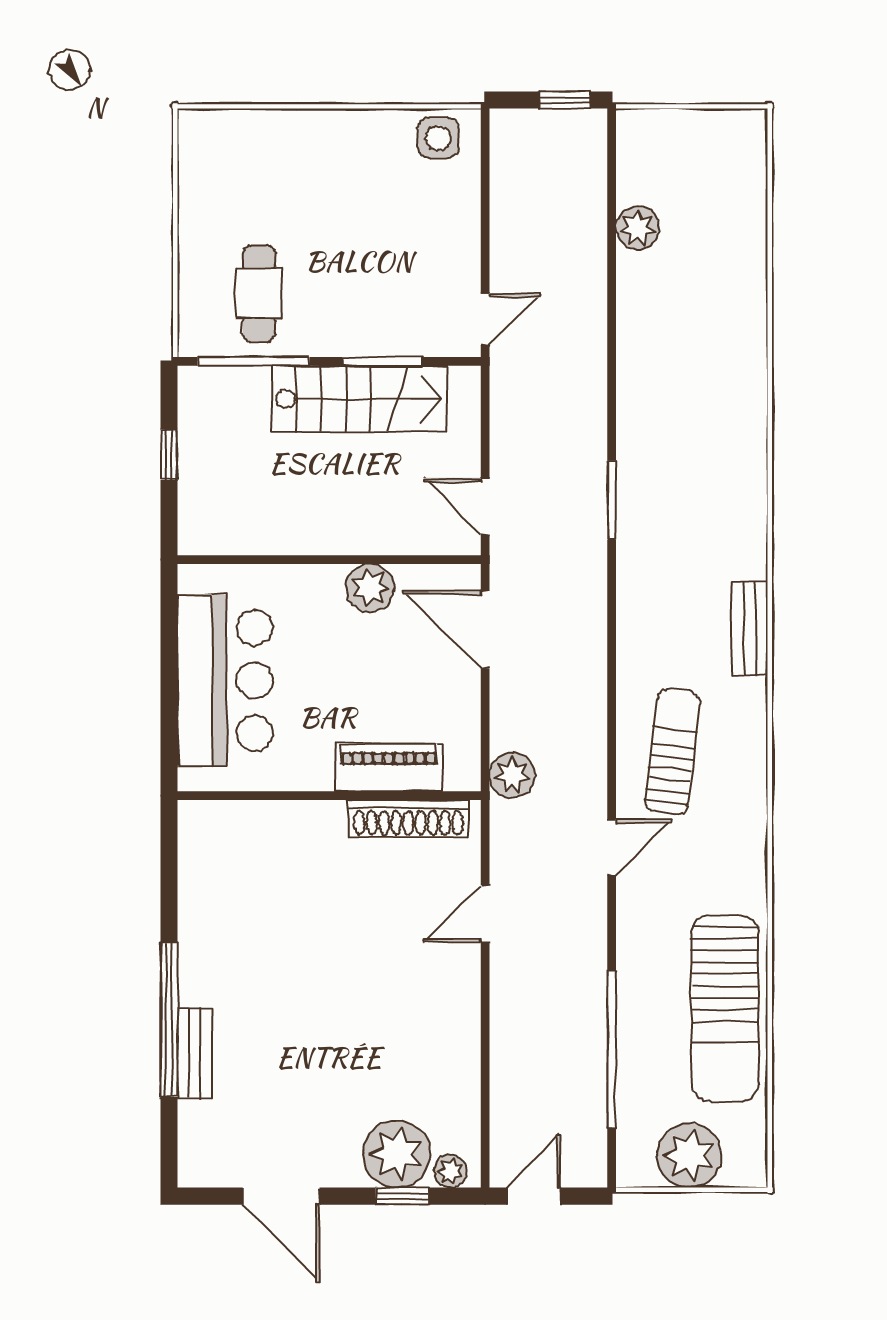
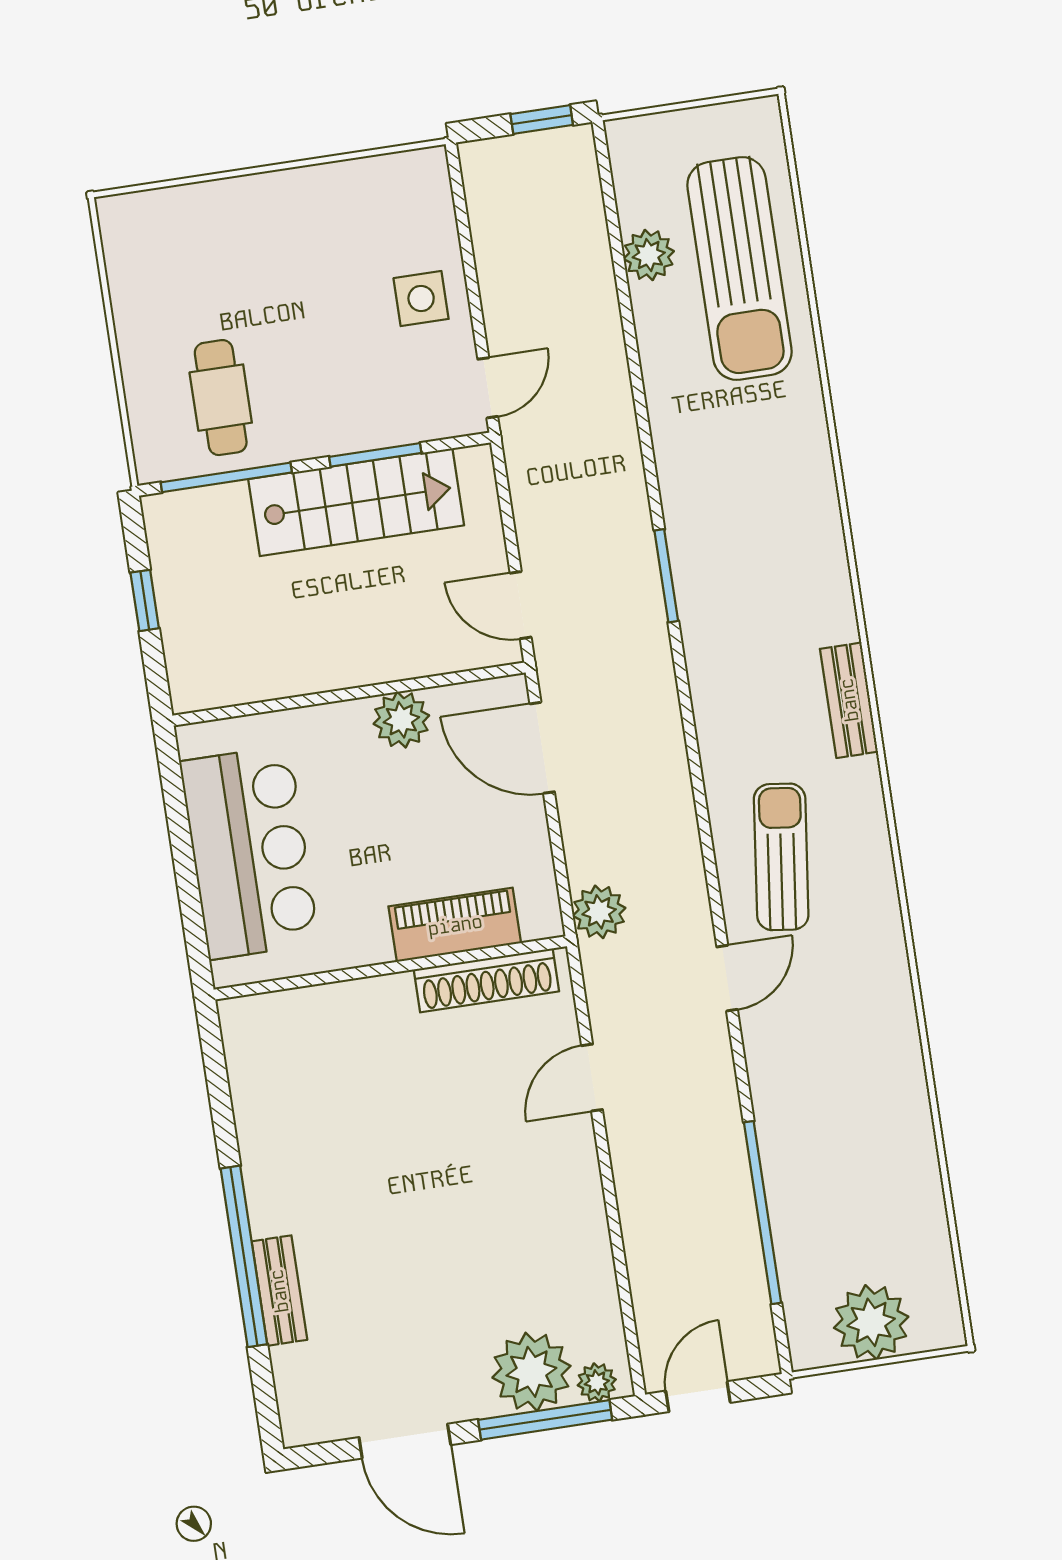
side table: (438, 138) -> (421, 299), moved
sun lounger: (725, 1008) -> (739, 269), moved
window: (402, 1196) -> (545, 1420), width x2.17

